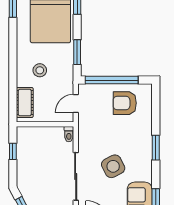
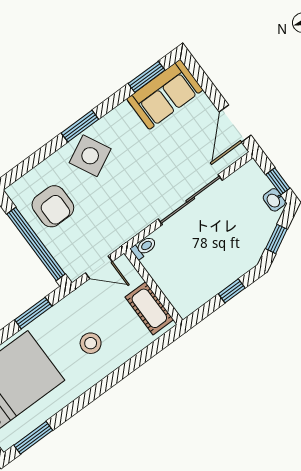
cot: (25, 103) -> (149, 308), moved, turned 90
window: (13, 151) -> (232, 291), moved
side table: (113, 166) -> (90, 156), moved

